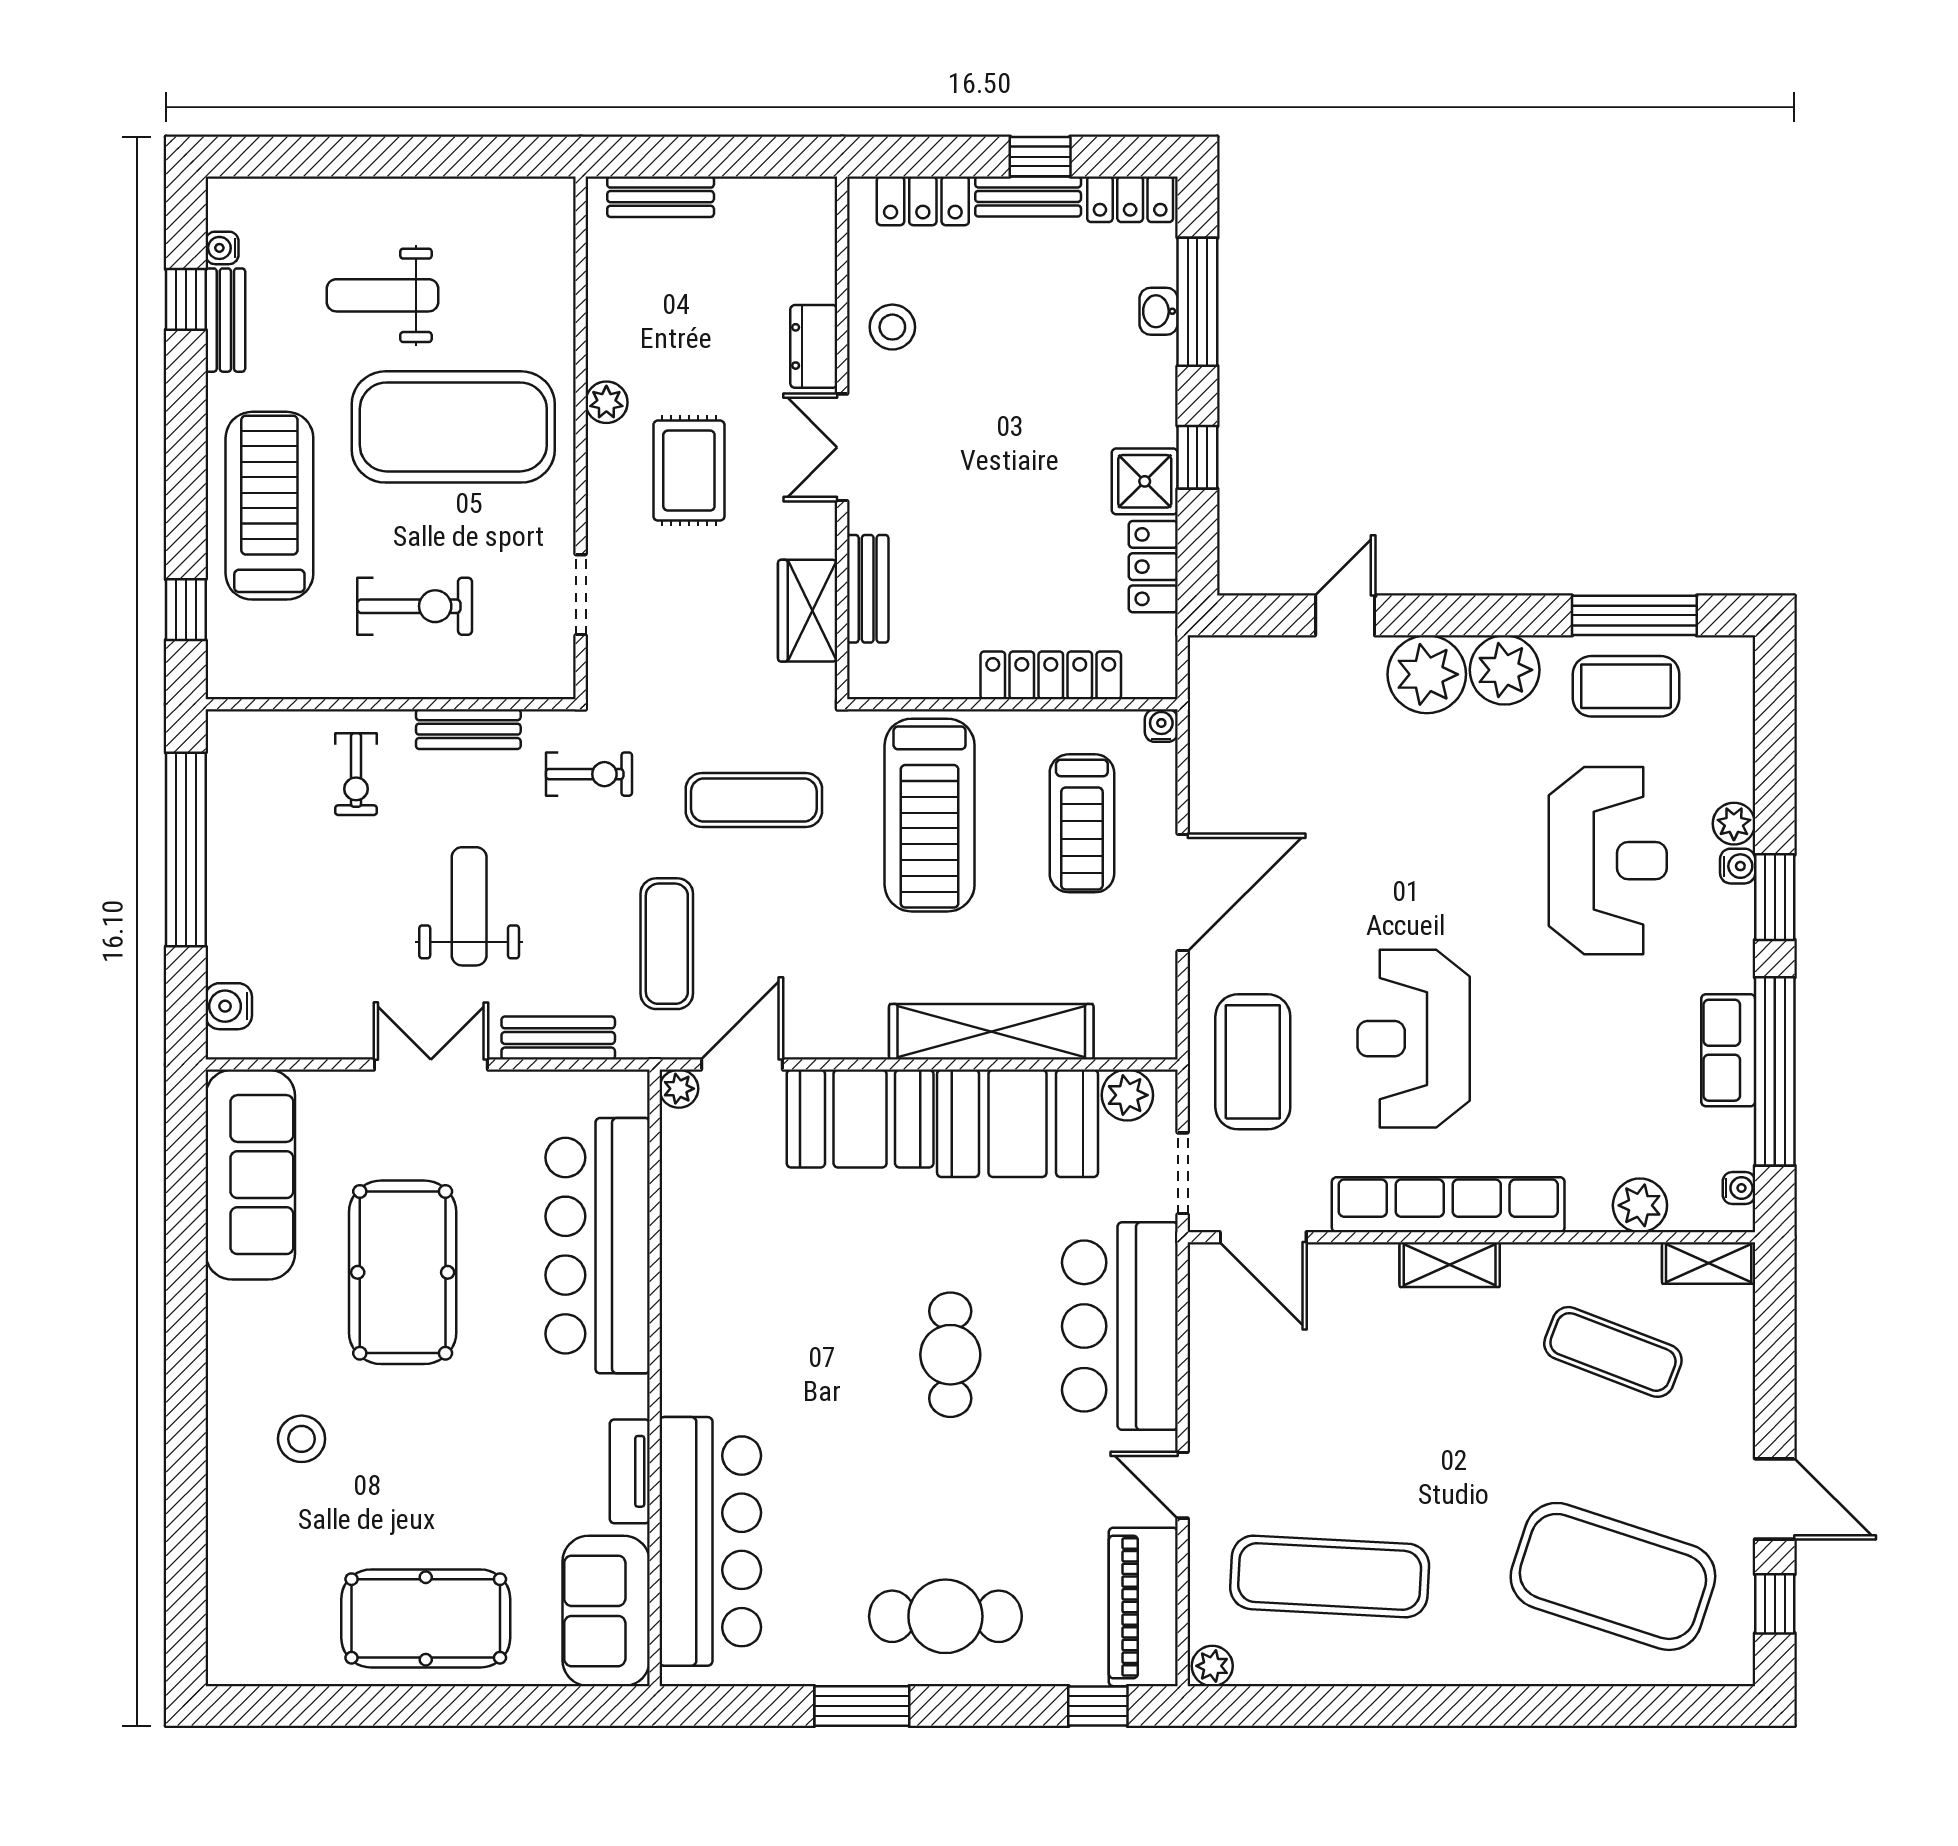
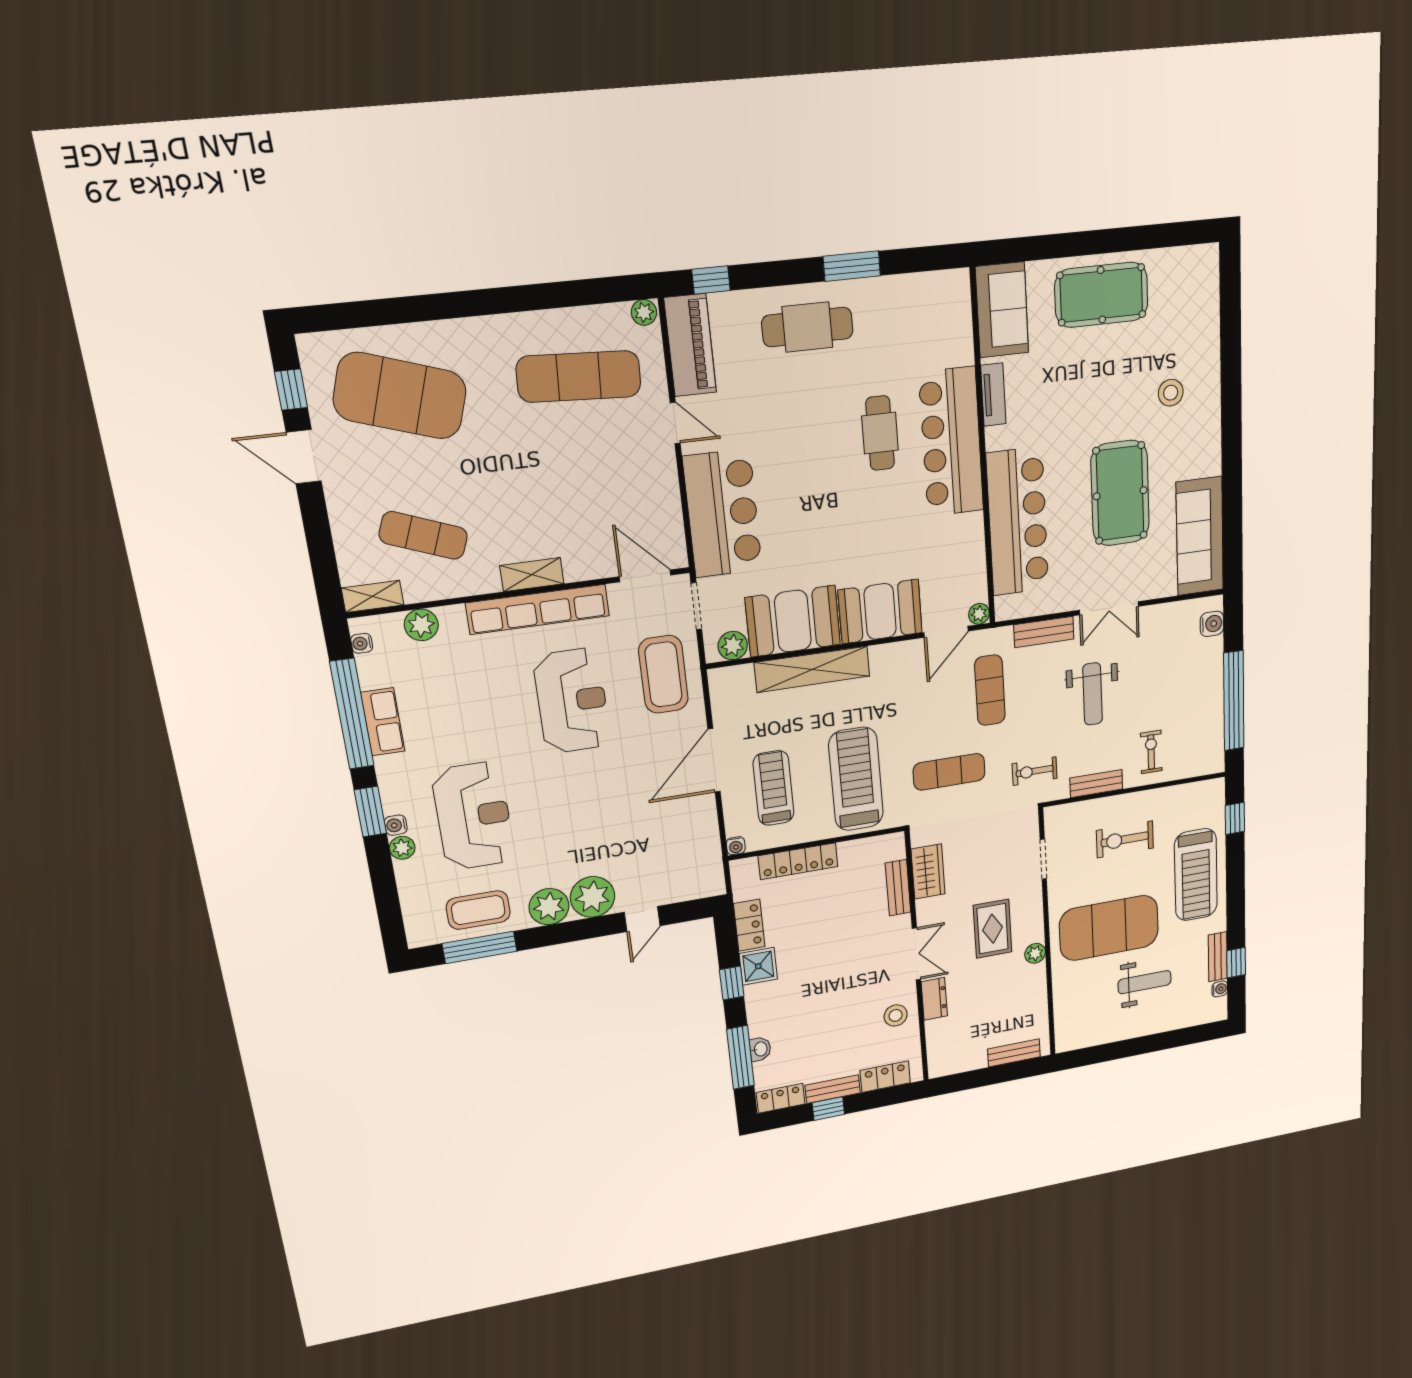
reception desk: (1608, 861) -> (473, 816), turned 180
cafe table: (950, 1355) -> (880, 433), moved
bar counter: (710, 1541) -> (951, 442), moved

